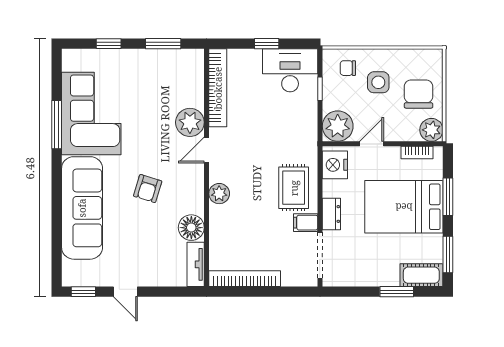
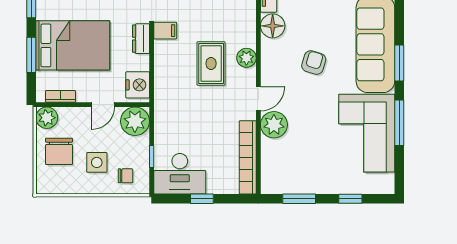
window: (57, 188) -> (399, 63), added
rug: (294, 188) -> (211, 64), moved

